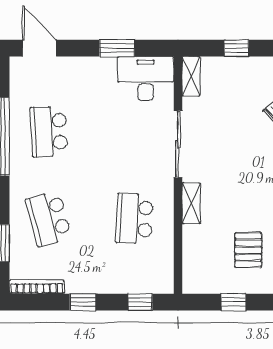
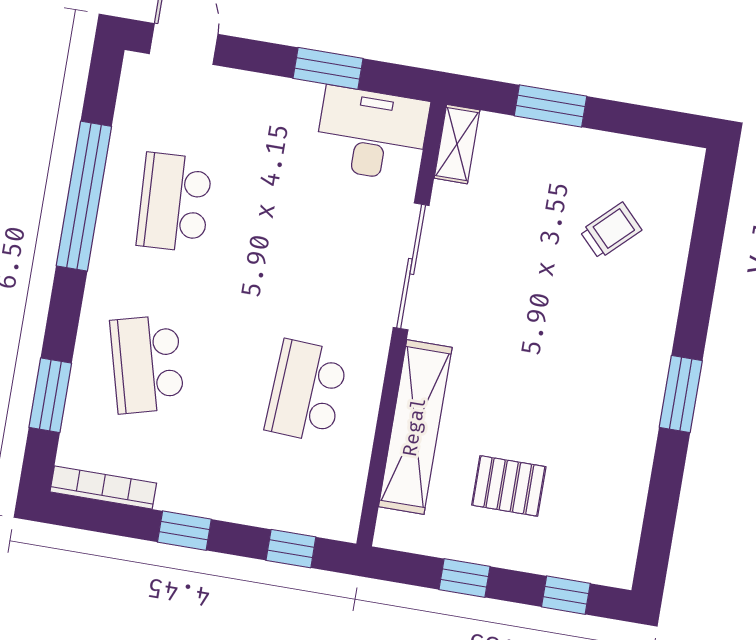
window: (237, 48) -> (551, 106), width x1.50
shelving: (191, 203) -> (415, 427), width x2.20, depth x1.33
pallet: (248, 250) -> (509, 486), turned 90

